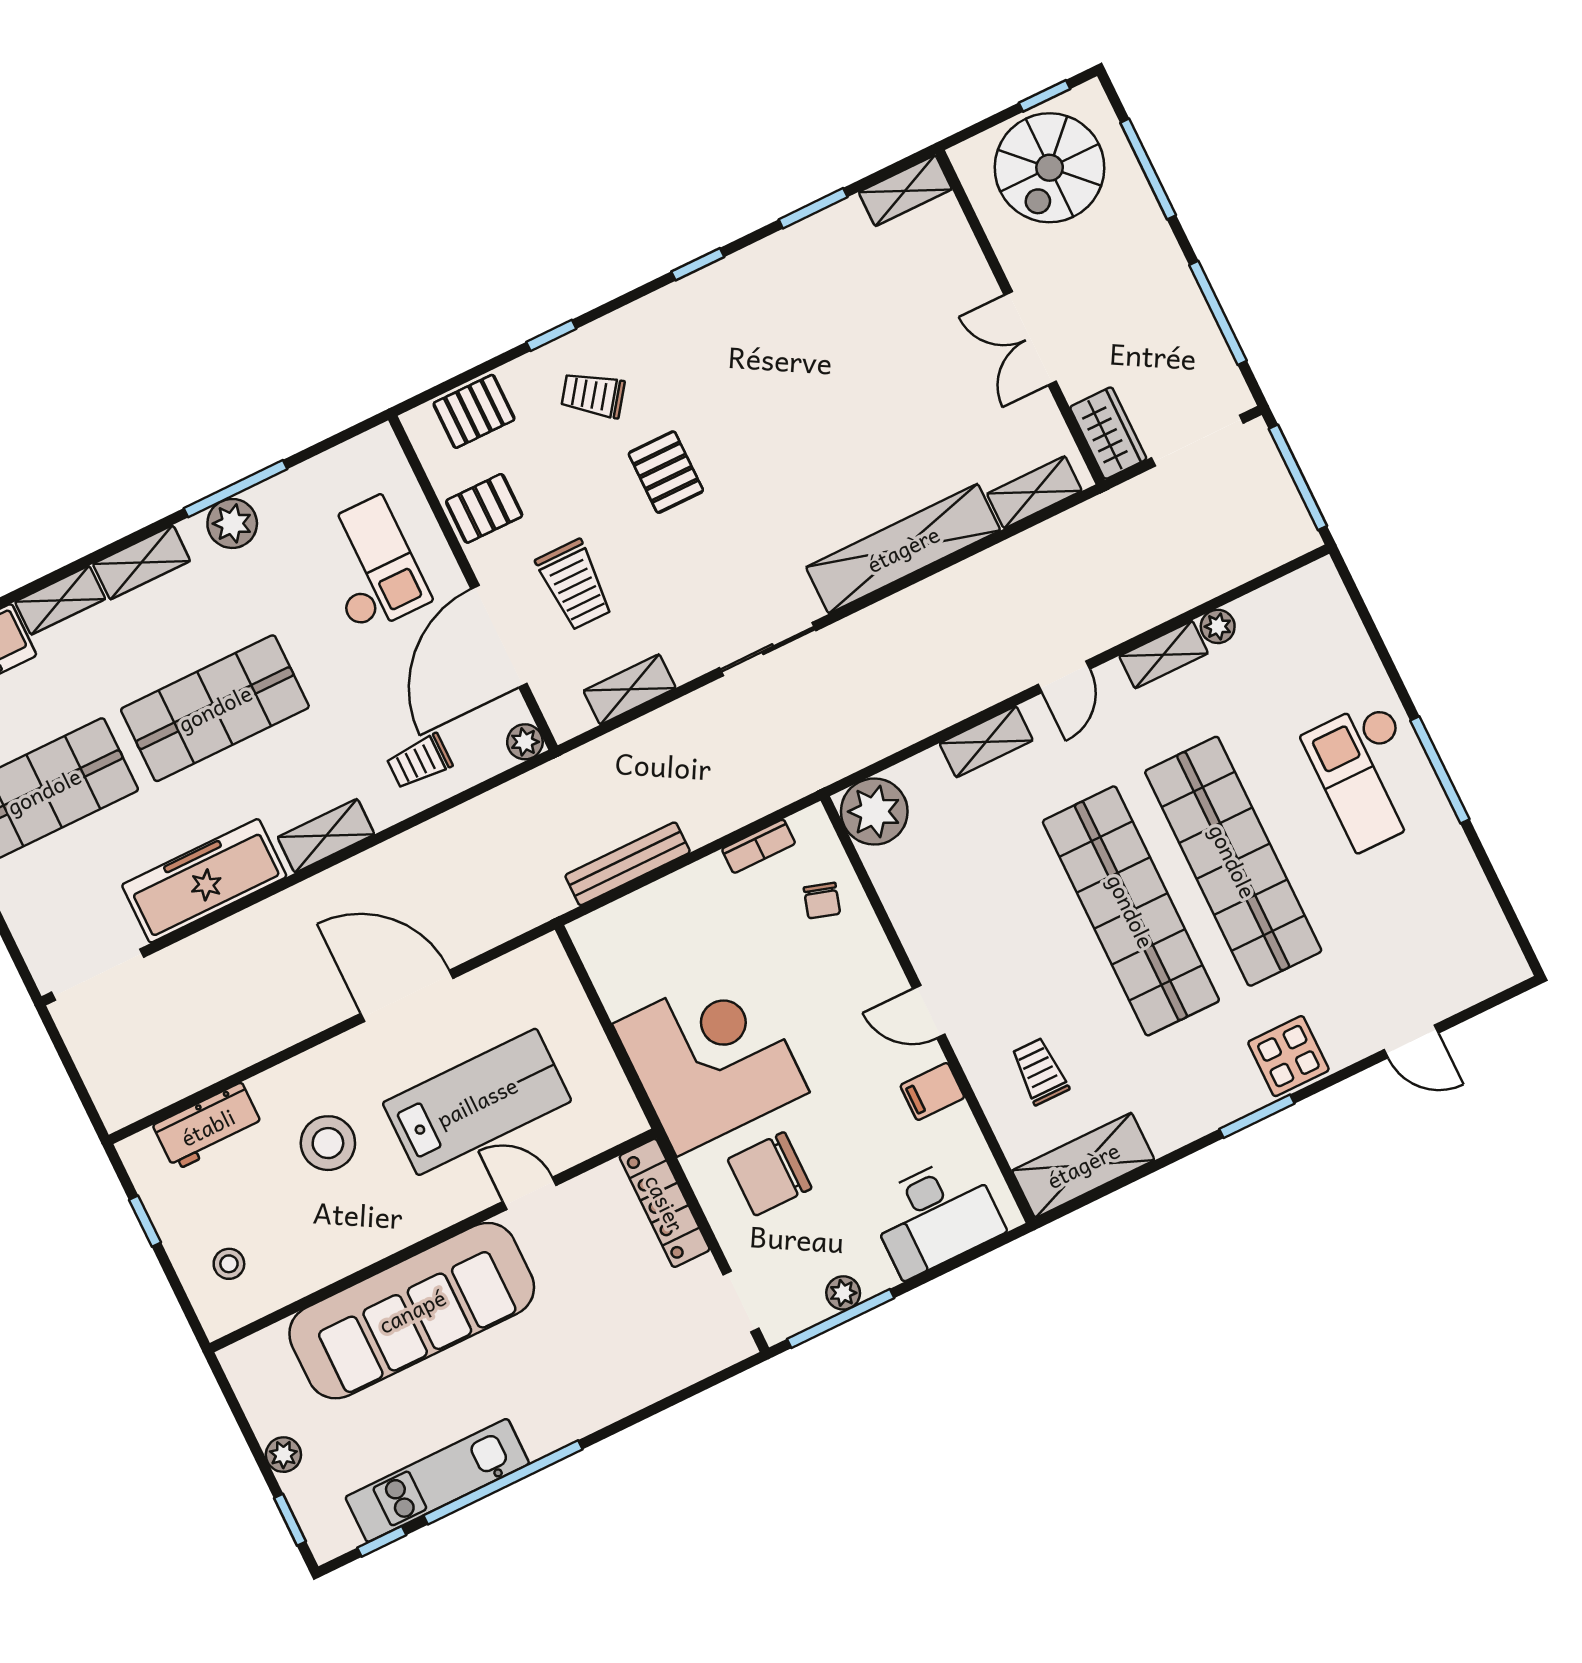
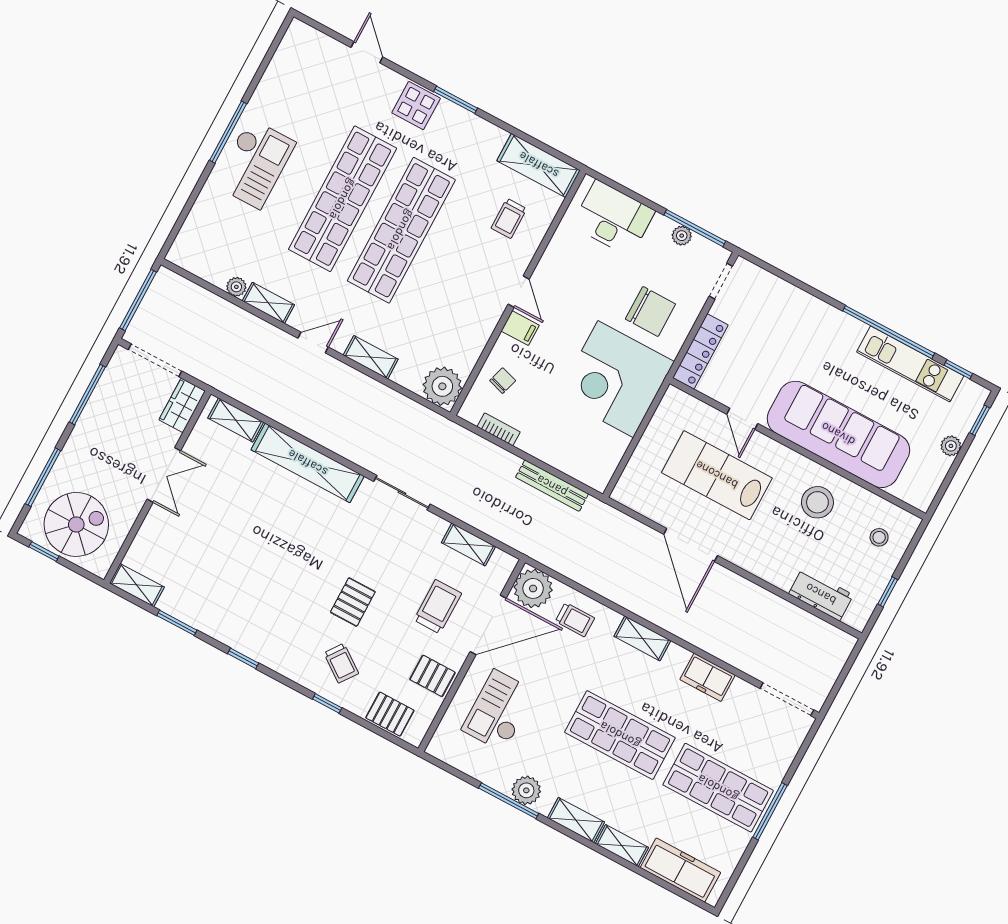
plant: (525, 742) -> (533, 588), width x1.88, depth x1.88
freezer: (204, 881) -> (707, 677), width x0.52, depth x0.79
filing cabinet: (932, 1091) -> (520, 328), moved
stool: (328, 1143) -> (817, 502), moved

